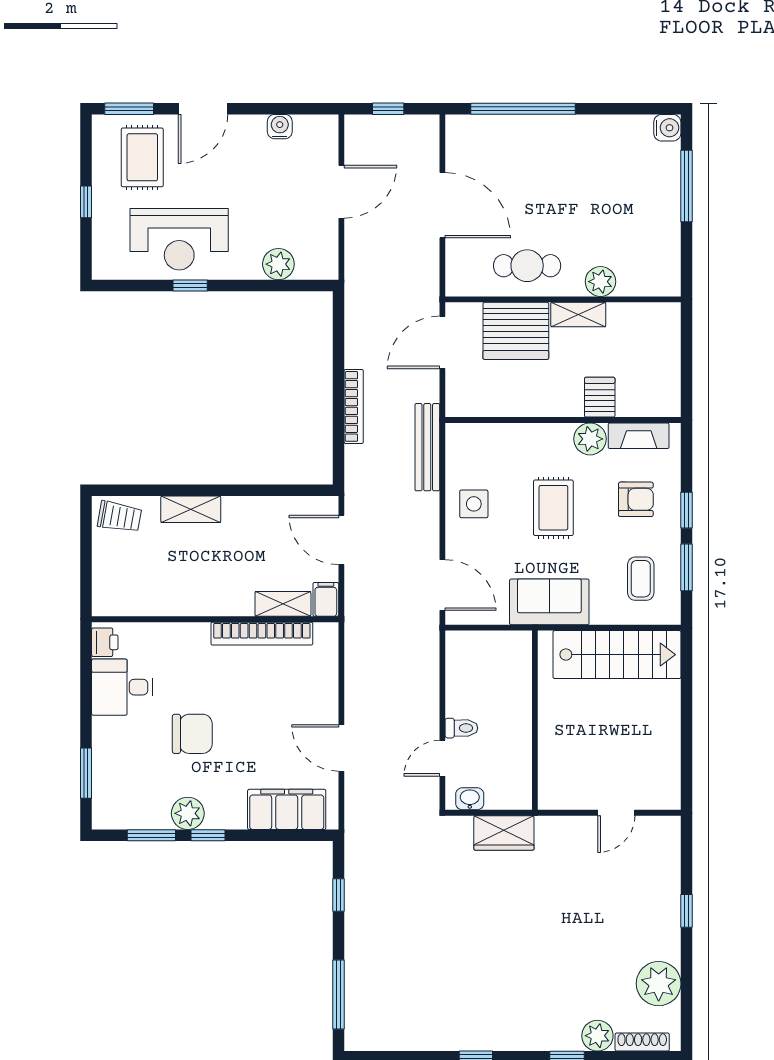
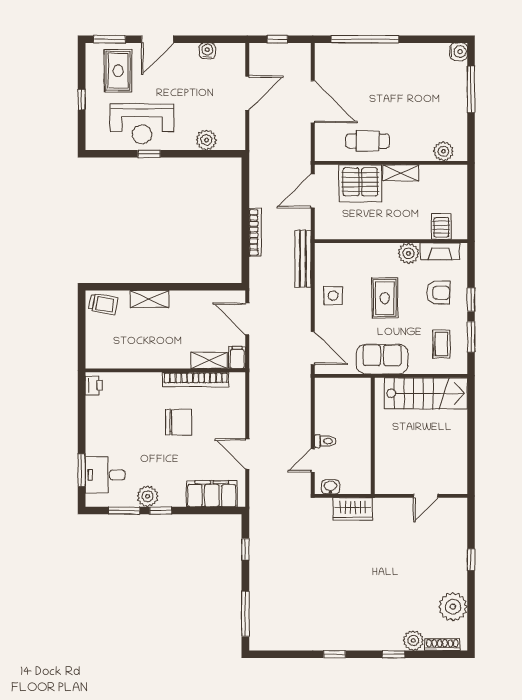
plant: (600, 282) -> (443, 151), moved
server rack: (600, 397) -> (441, 226), moved
desk: (122, 687) -> (105, 475), moved
chair: (192, 734) -> (178, 422), moved

